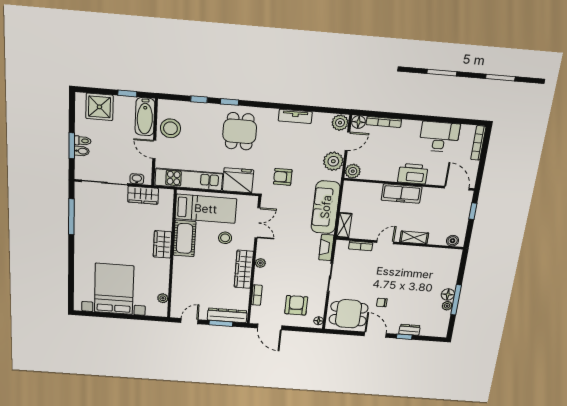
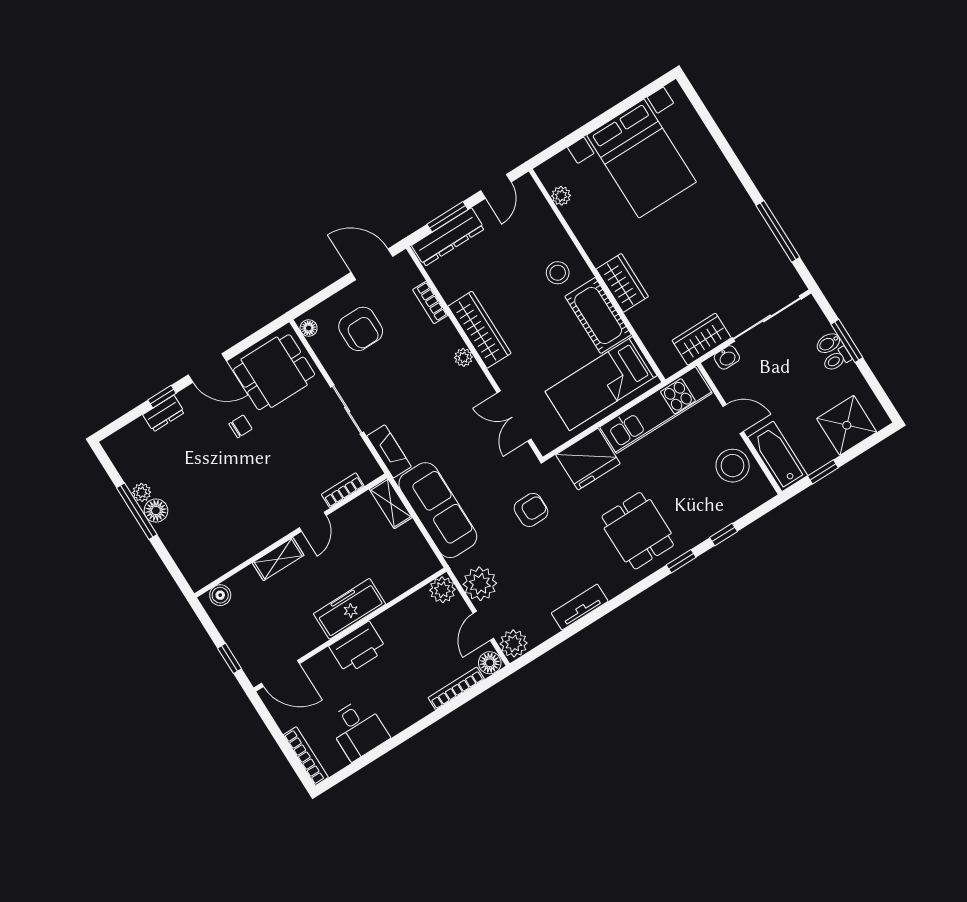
desk: (439, 137) -> (358, 729), width x0.73
stool: (225, 238) -> (558, 273), moved

